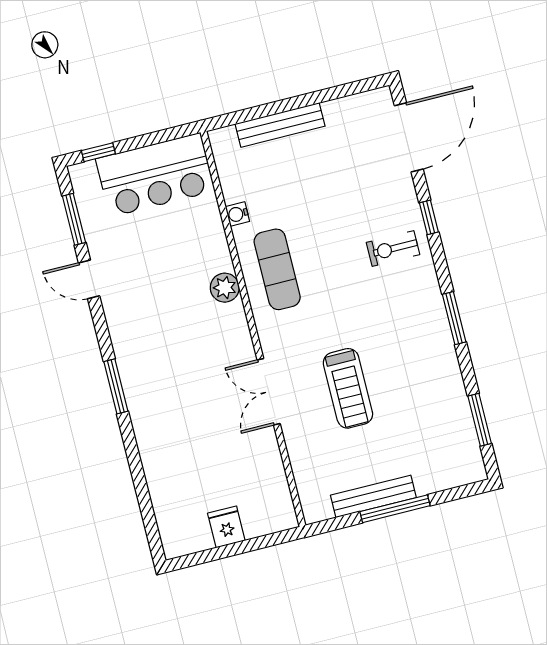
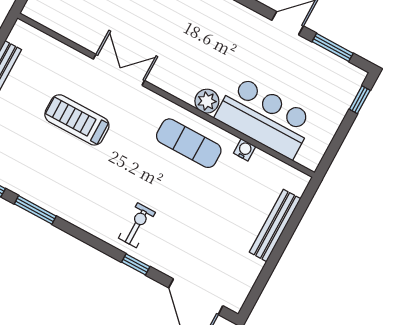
bar counter: (155, 175) -> (265, 118), moved, turned 90
window: (454, 318) -> (35, 210), moved

